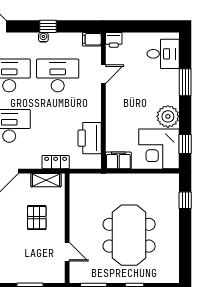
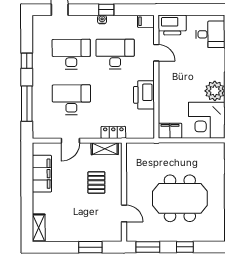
printer: (114, 40) -> (172, 25), width x1.87, depth x1.48
door: (103, 74) -> (156, 53), hinge flipped
printer: (90, 138) -> (144, 95), moved
meeting table: (129, 235) -> (180, 198), turned 90

